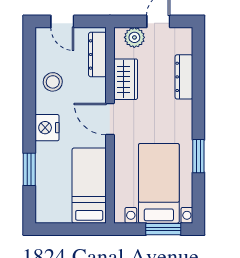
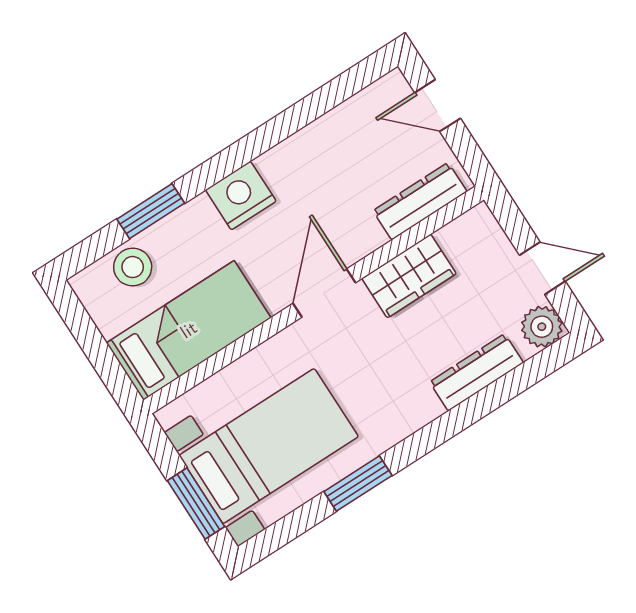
door: (62, 21) -> (438, 106), hinge flipped
plant: (134, 37) -> (542, 327), moved
stool: (53, 82) -> (133, 267), moved

